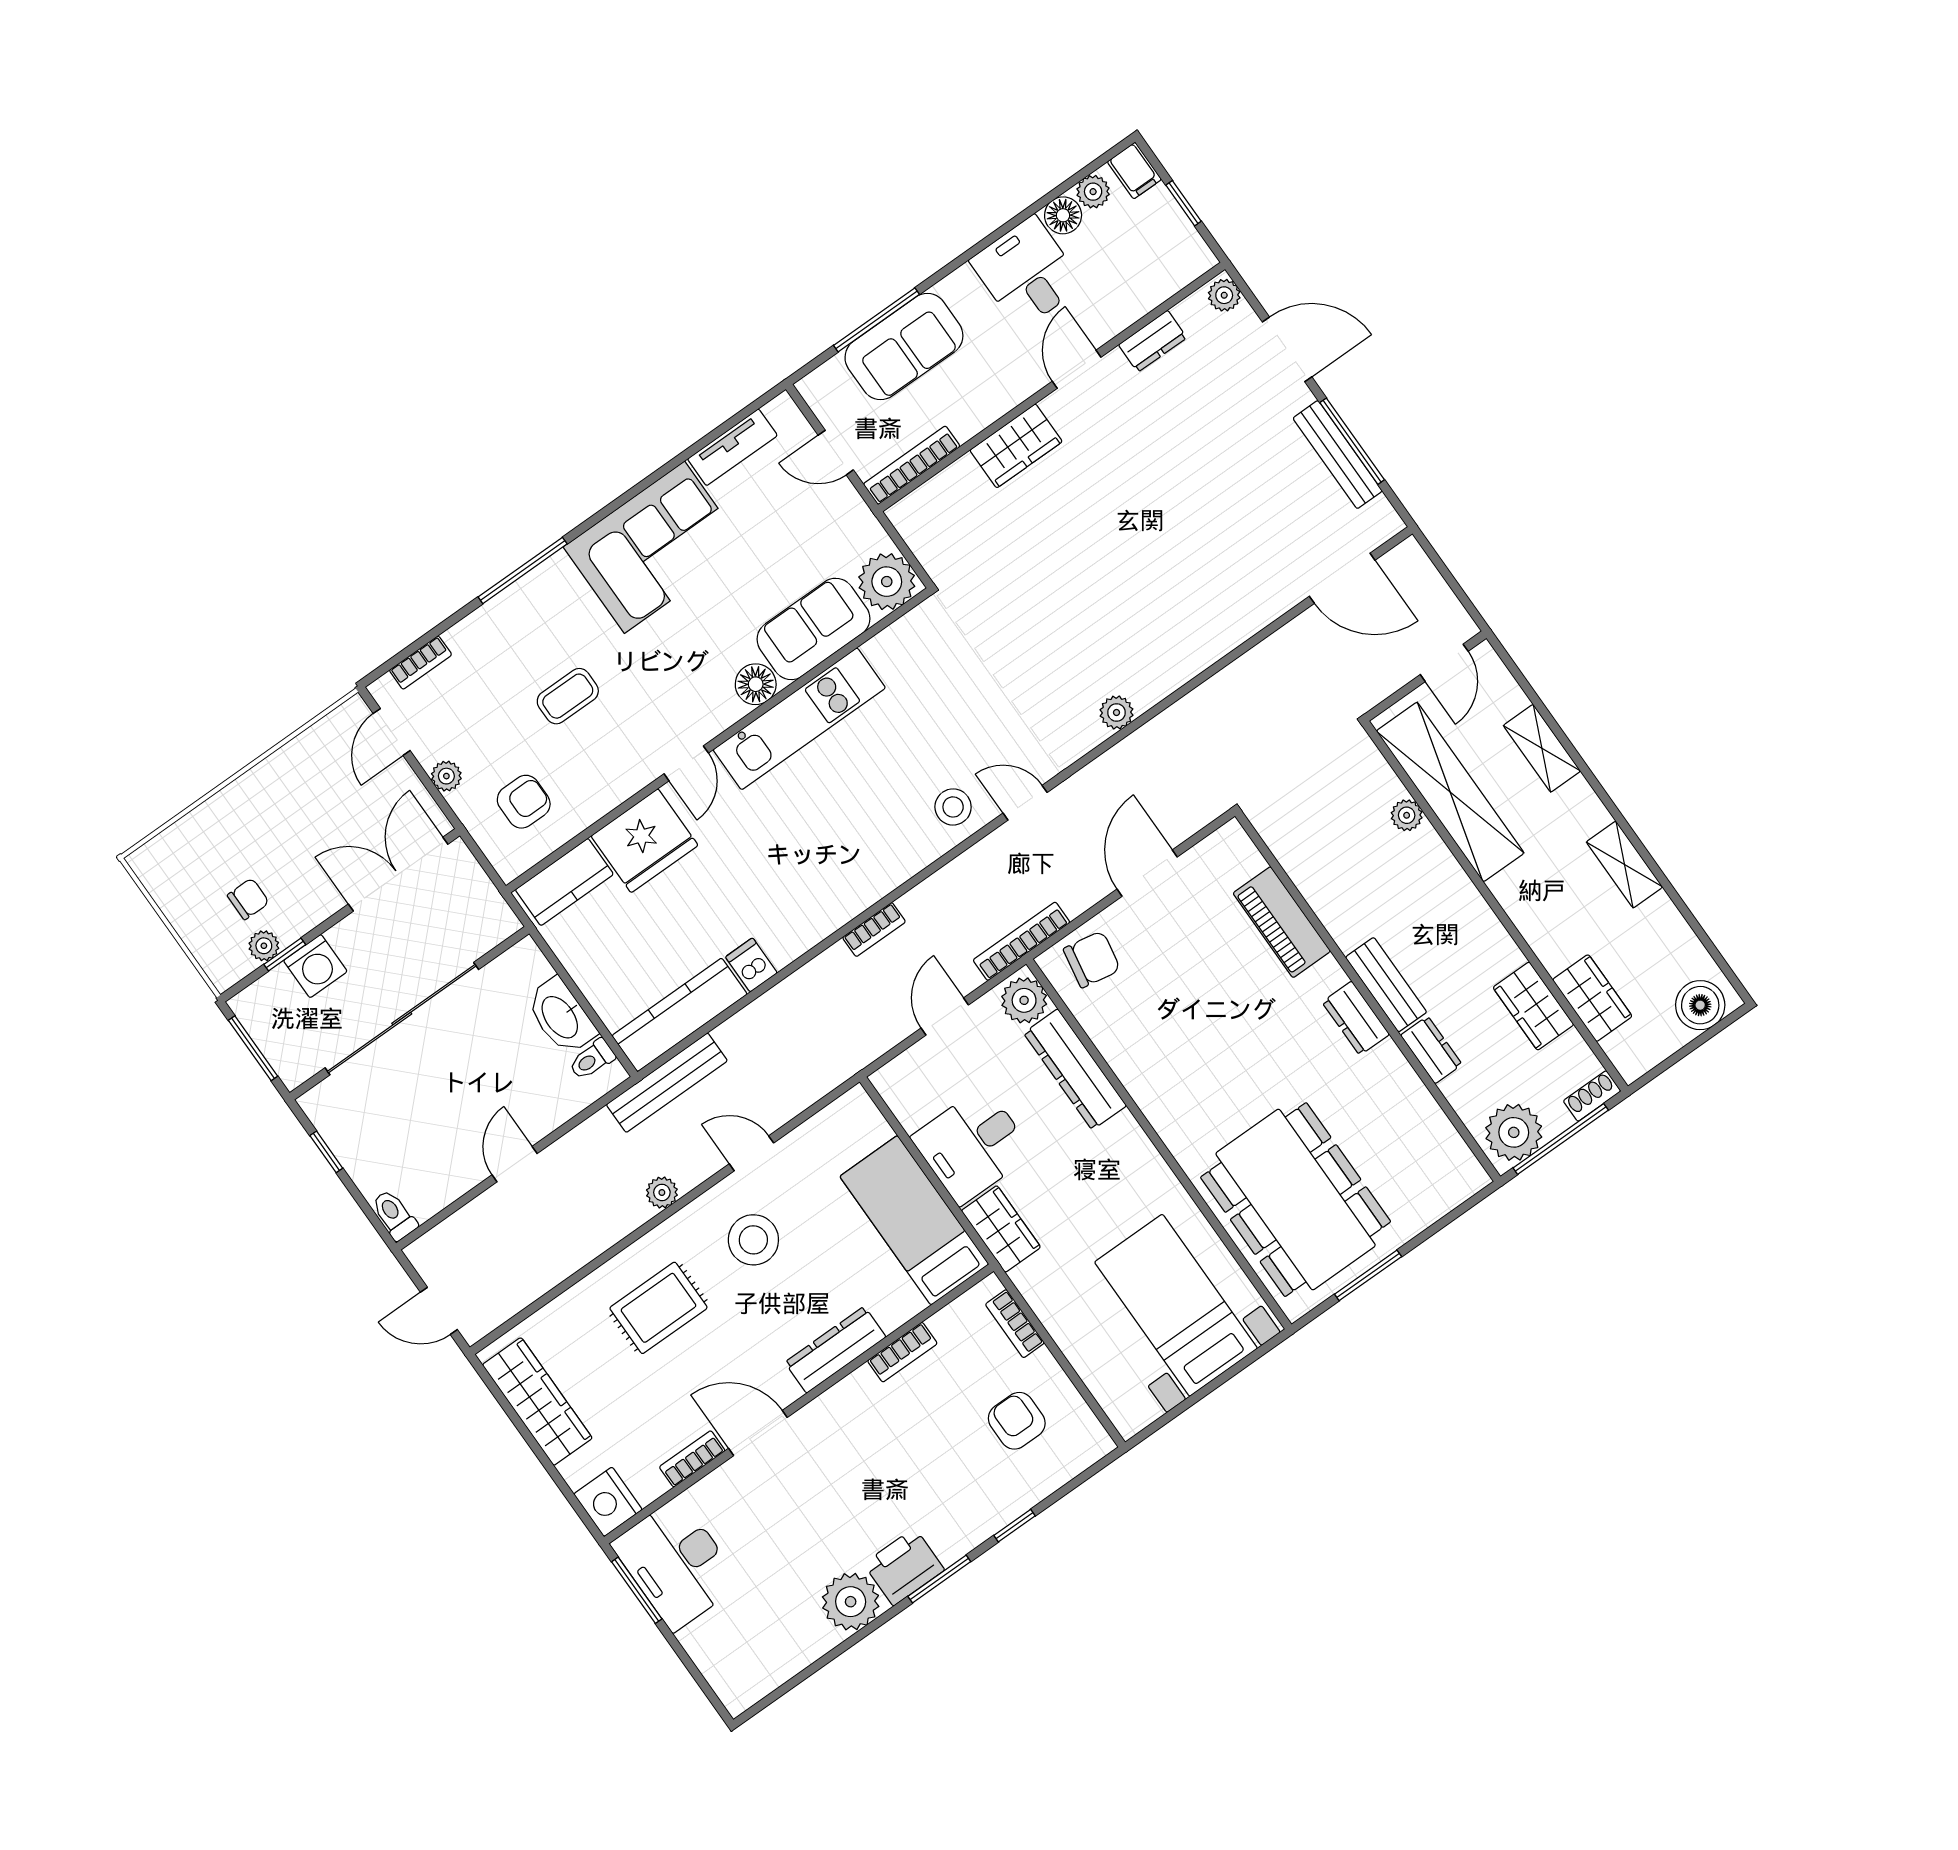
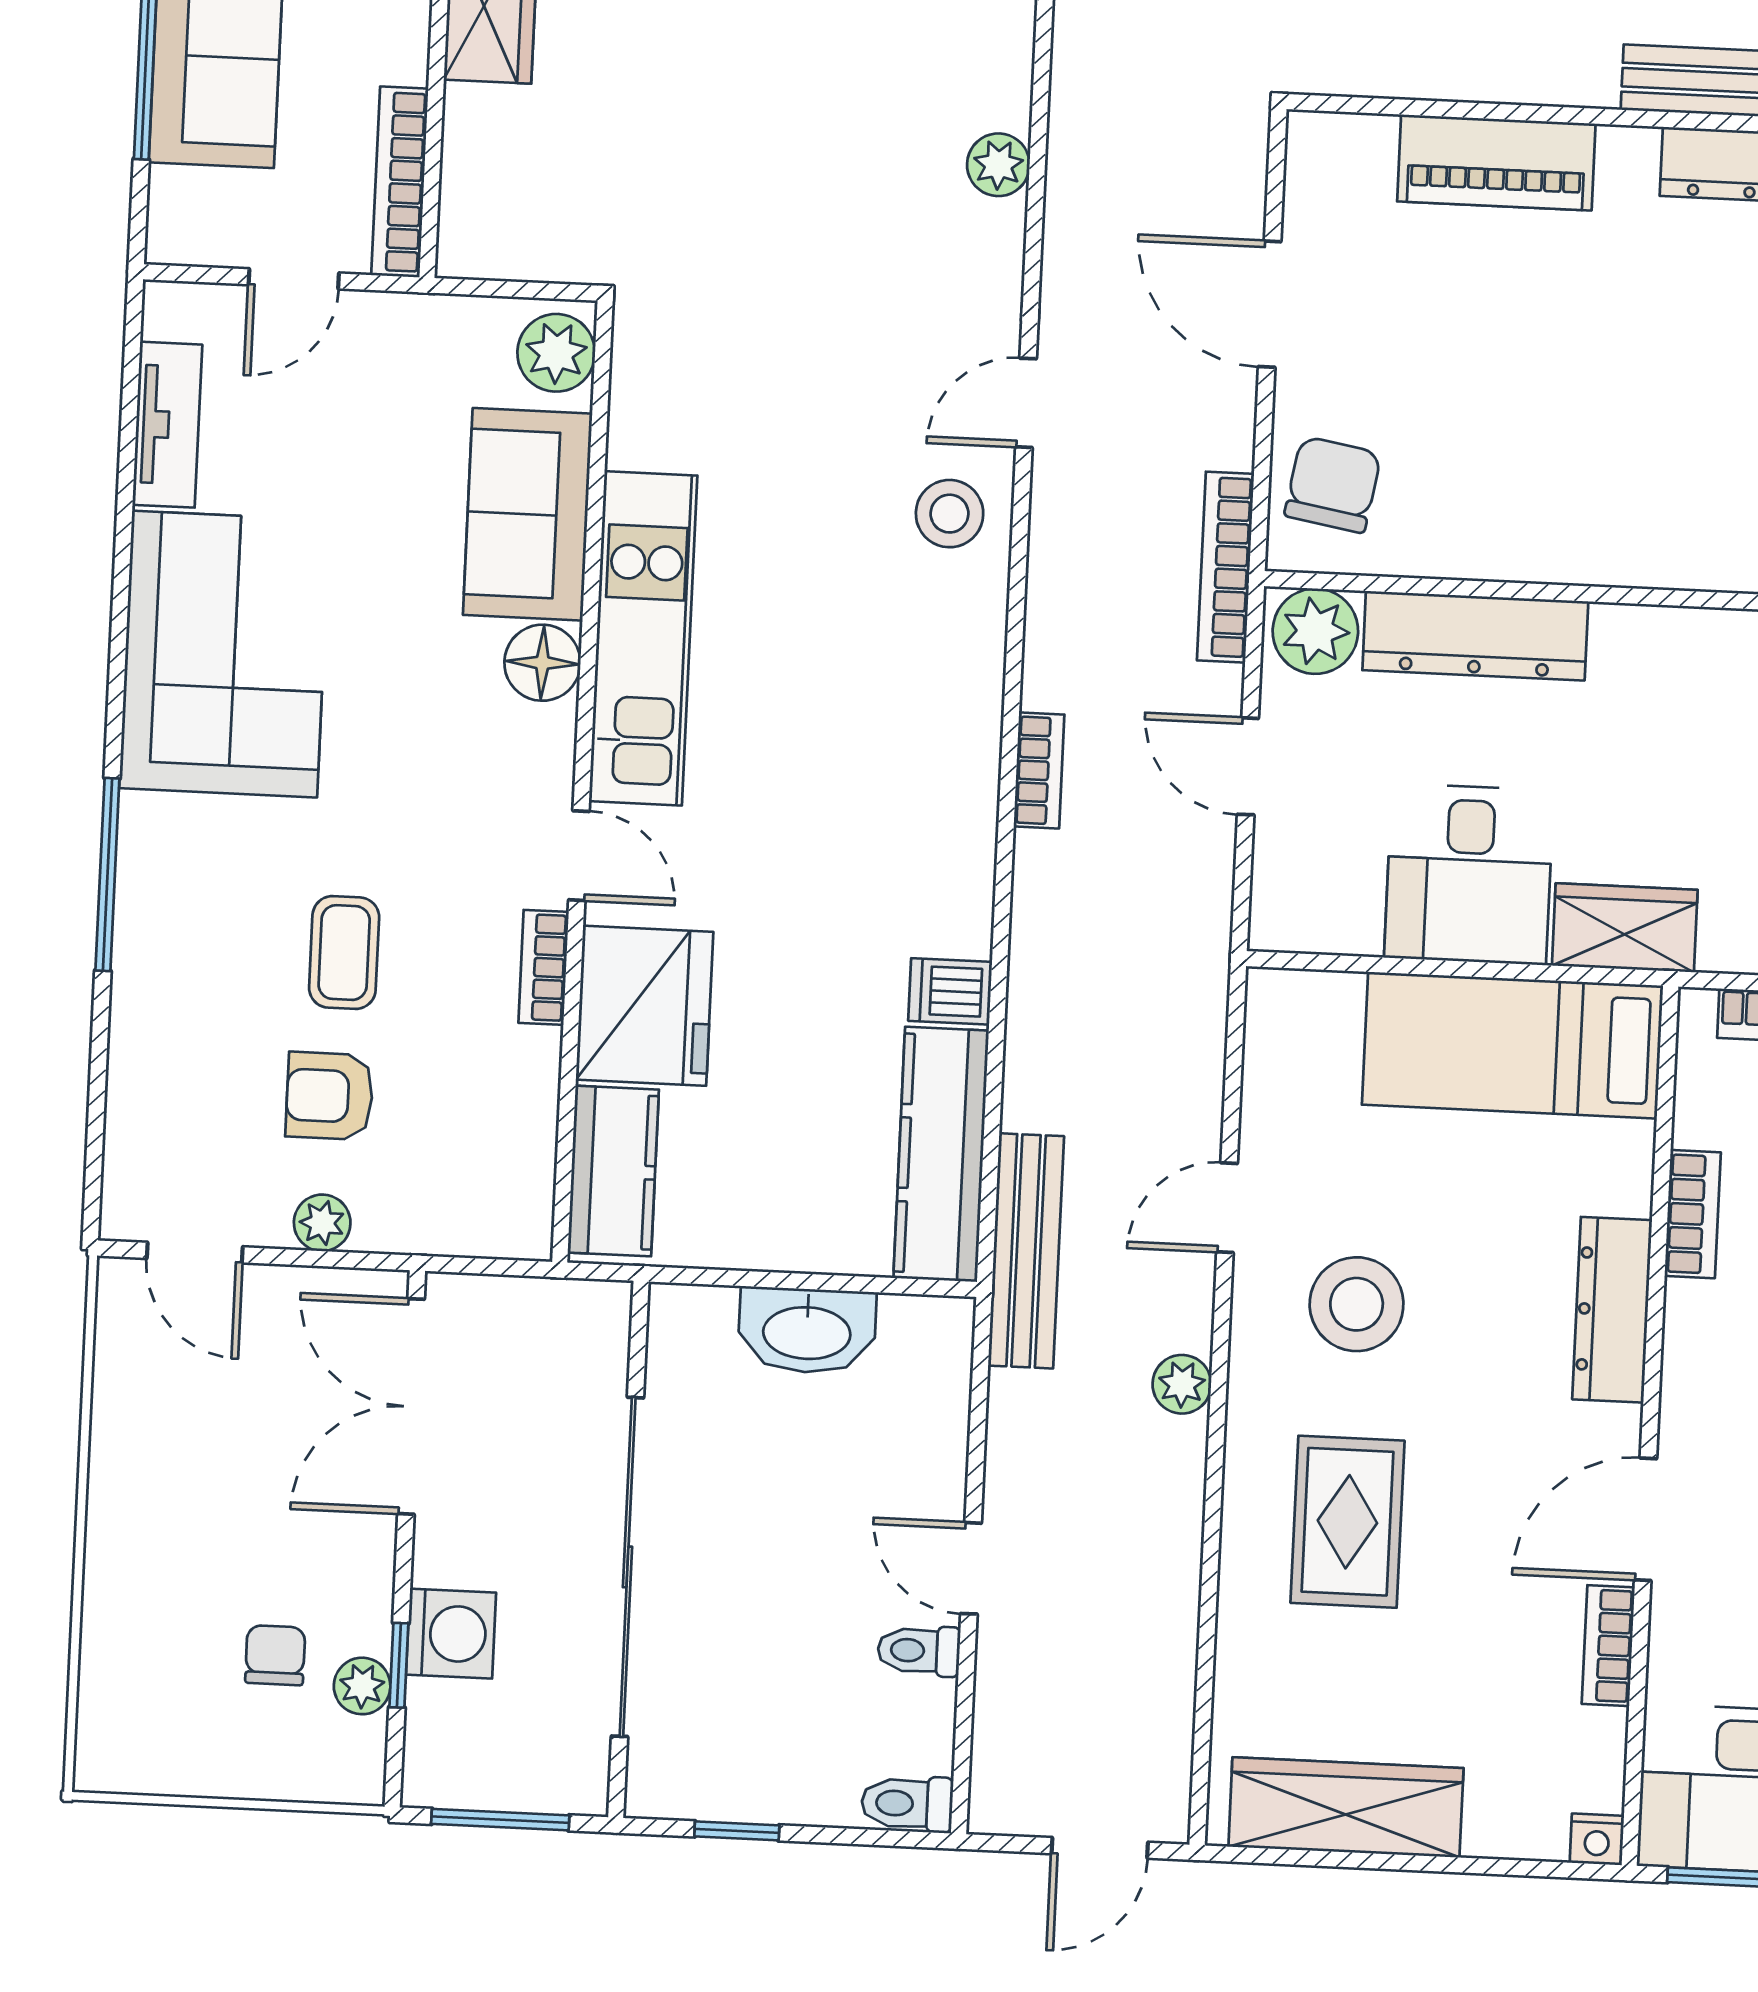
plant: (887, 582) -> (556, 353), width x0.73, depth x0.73
bookcase: (421, 662) -> (544, 967), moved, turned 180
armchair: (524, 802) -> (329, 1096), moved, turned -90
toilet: (592, 1059) -> (919, 1651), moved, turned 90
nightstand: (608, 1502) -> (1597, 1839), width x0.53, depth x0.56

